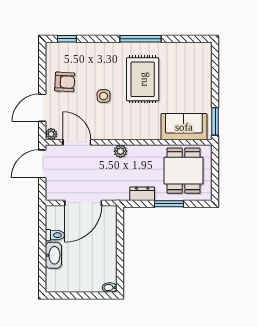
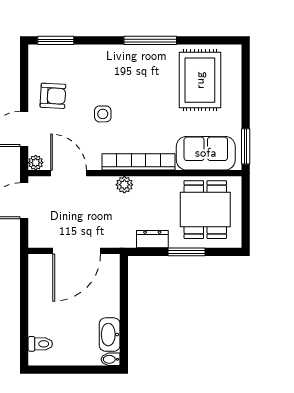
window: (67, 39) -> (56, 40), width x1.50
rug: (143, 79) -> (200, 80), moved
bookcase: (131, 133) -> (139, 162), added
toilet: (55, 235) -> (40, 344), moved
washbasin: (53, 255) -> (110, 335), moved, turned 180

